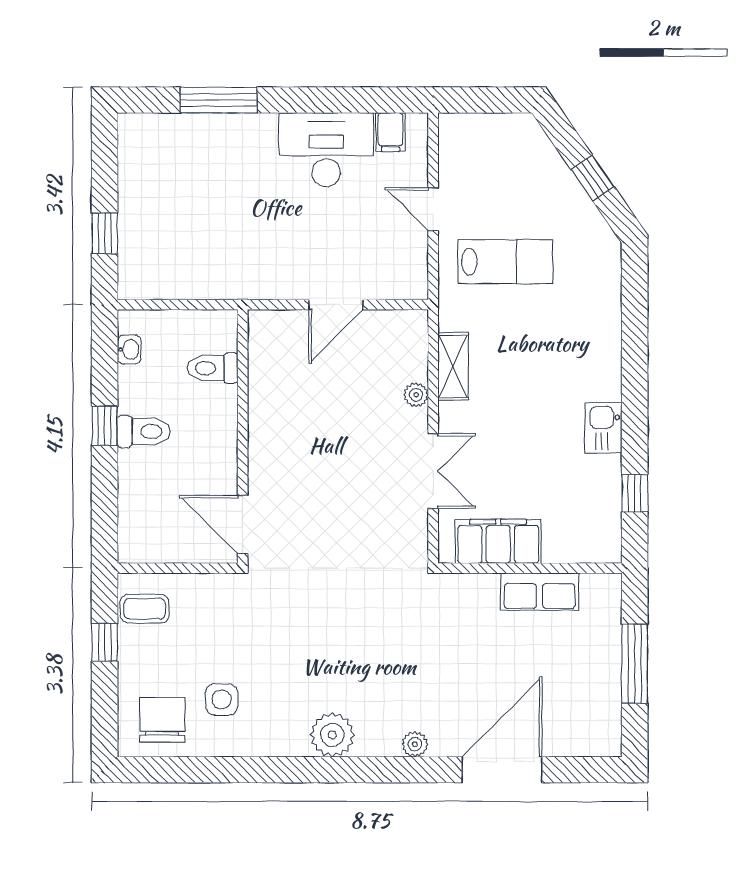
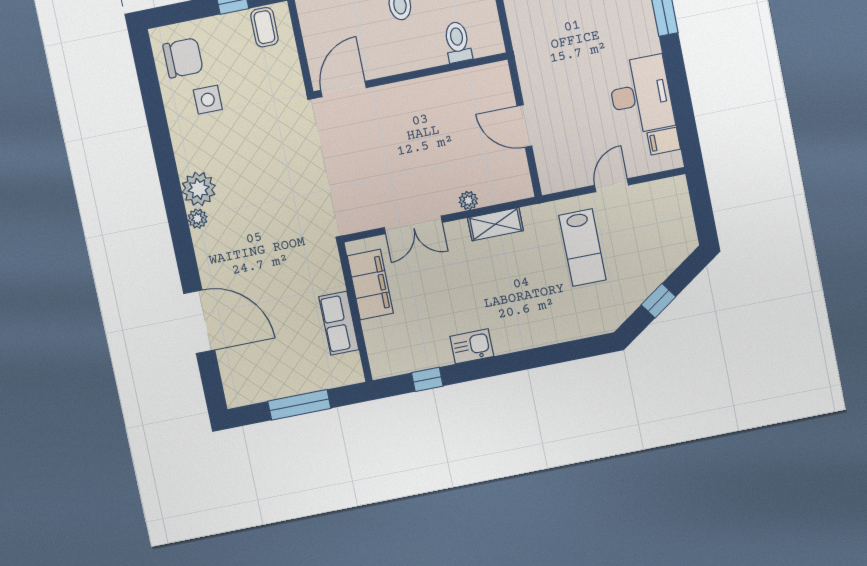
plant: (415, 744) -> (197, 219), moved

